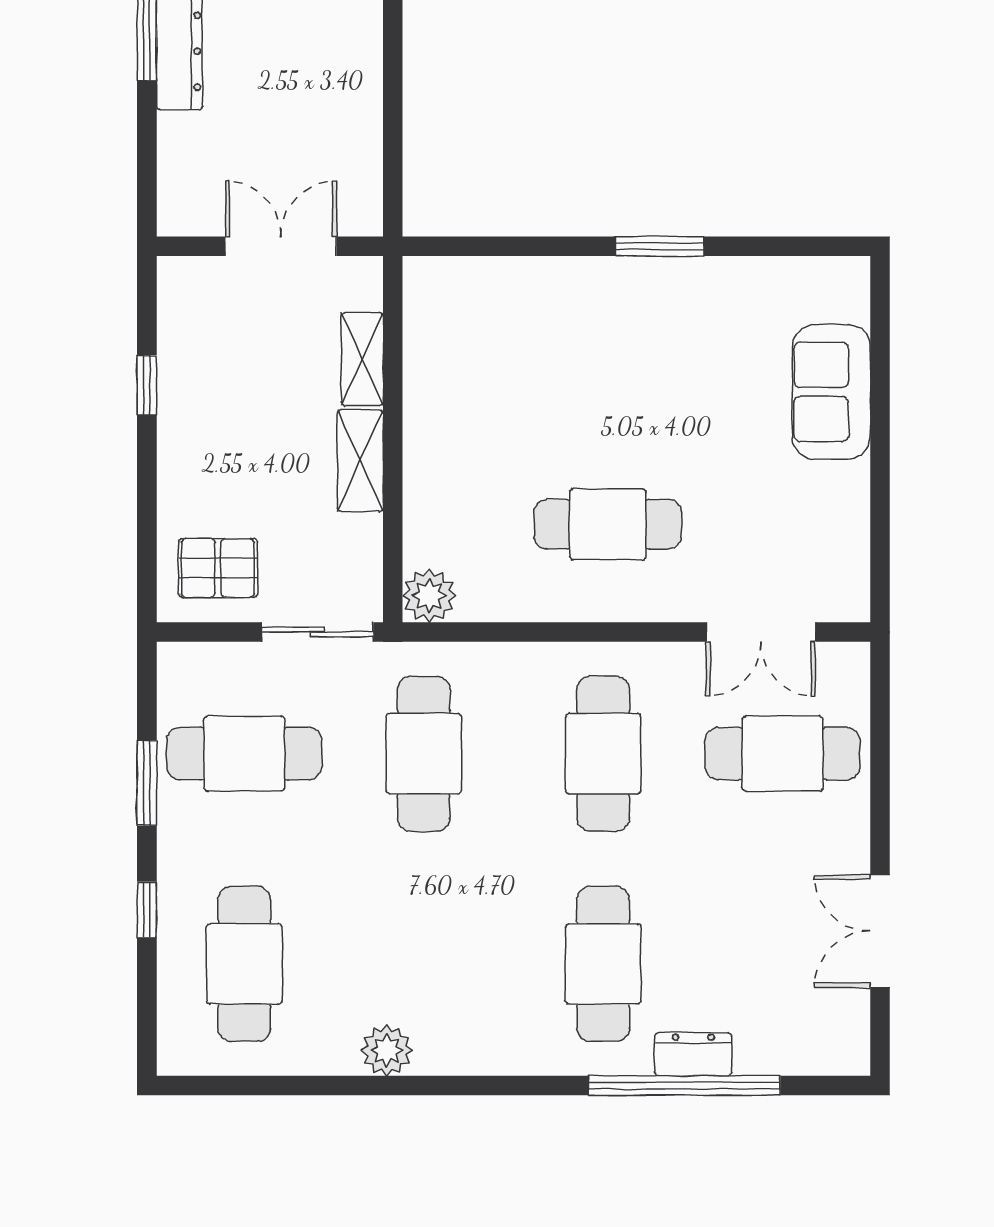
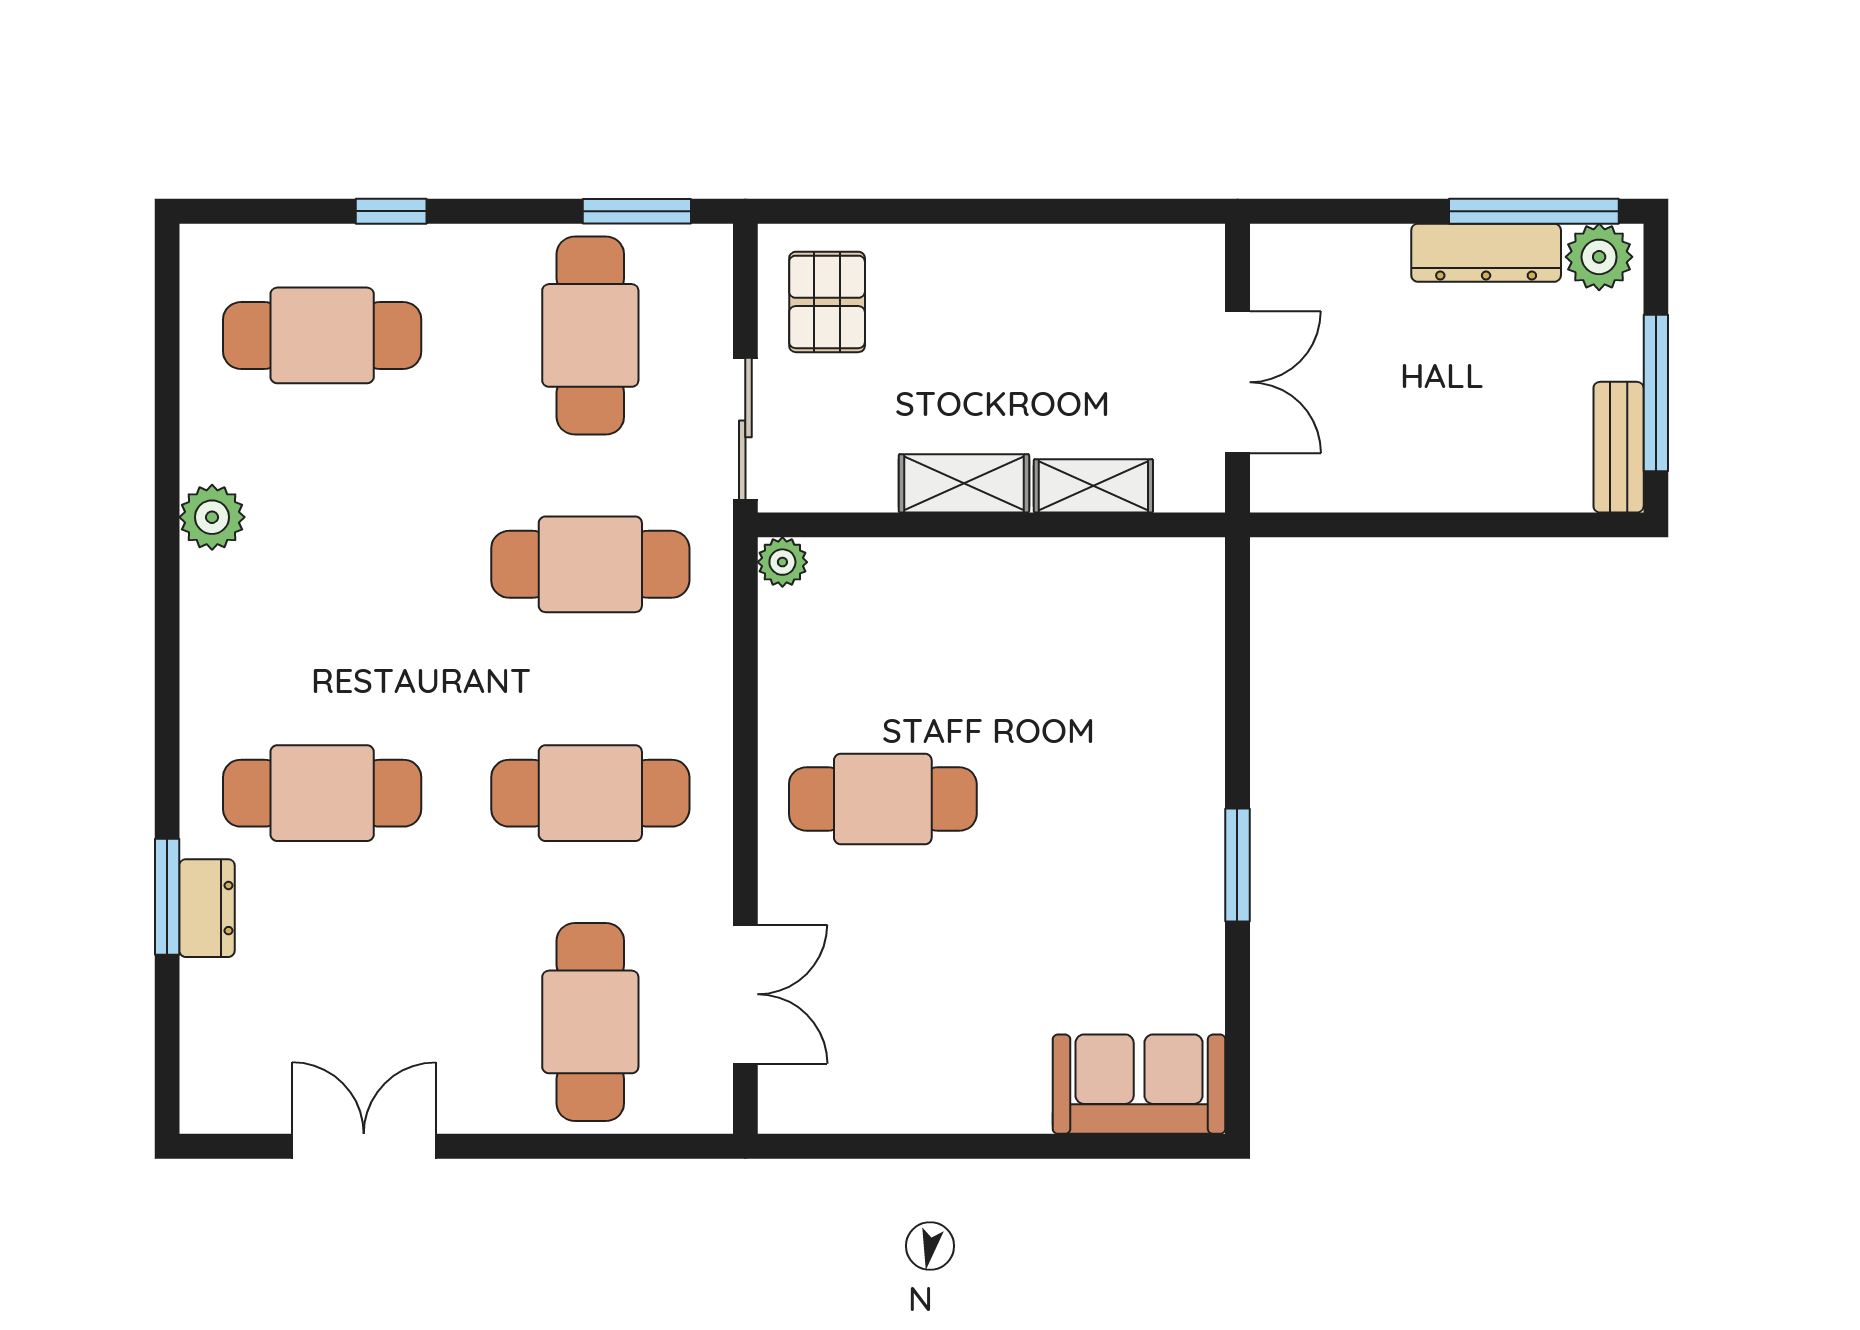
window: (147, 385) -> (1060, 211), removed
sofa: (831, 392) -> (1139, 1084), moved
cafe table: (608, 524) -> (883, 799), turned 90
plant: (429, 596) -> (782, 562), width x0.73, depth x0.73
double door: (761, 632) -> (745, 994), swing flipped
window: (147, 783) -> (637, 211), moved
window: (684, 1085) -> (167, 897), width x0.47

